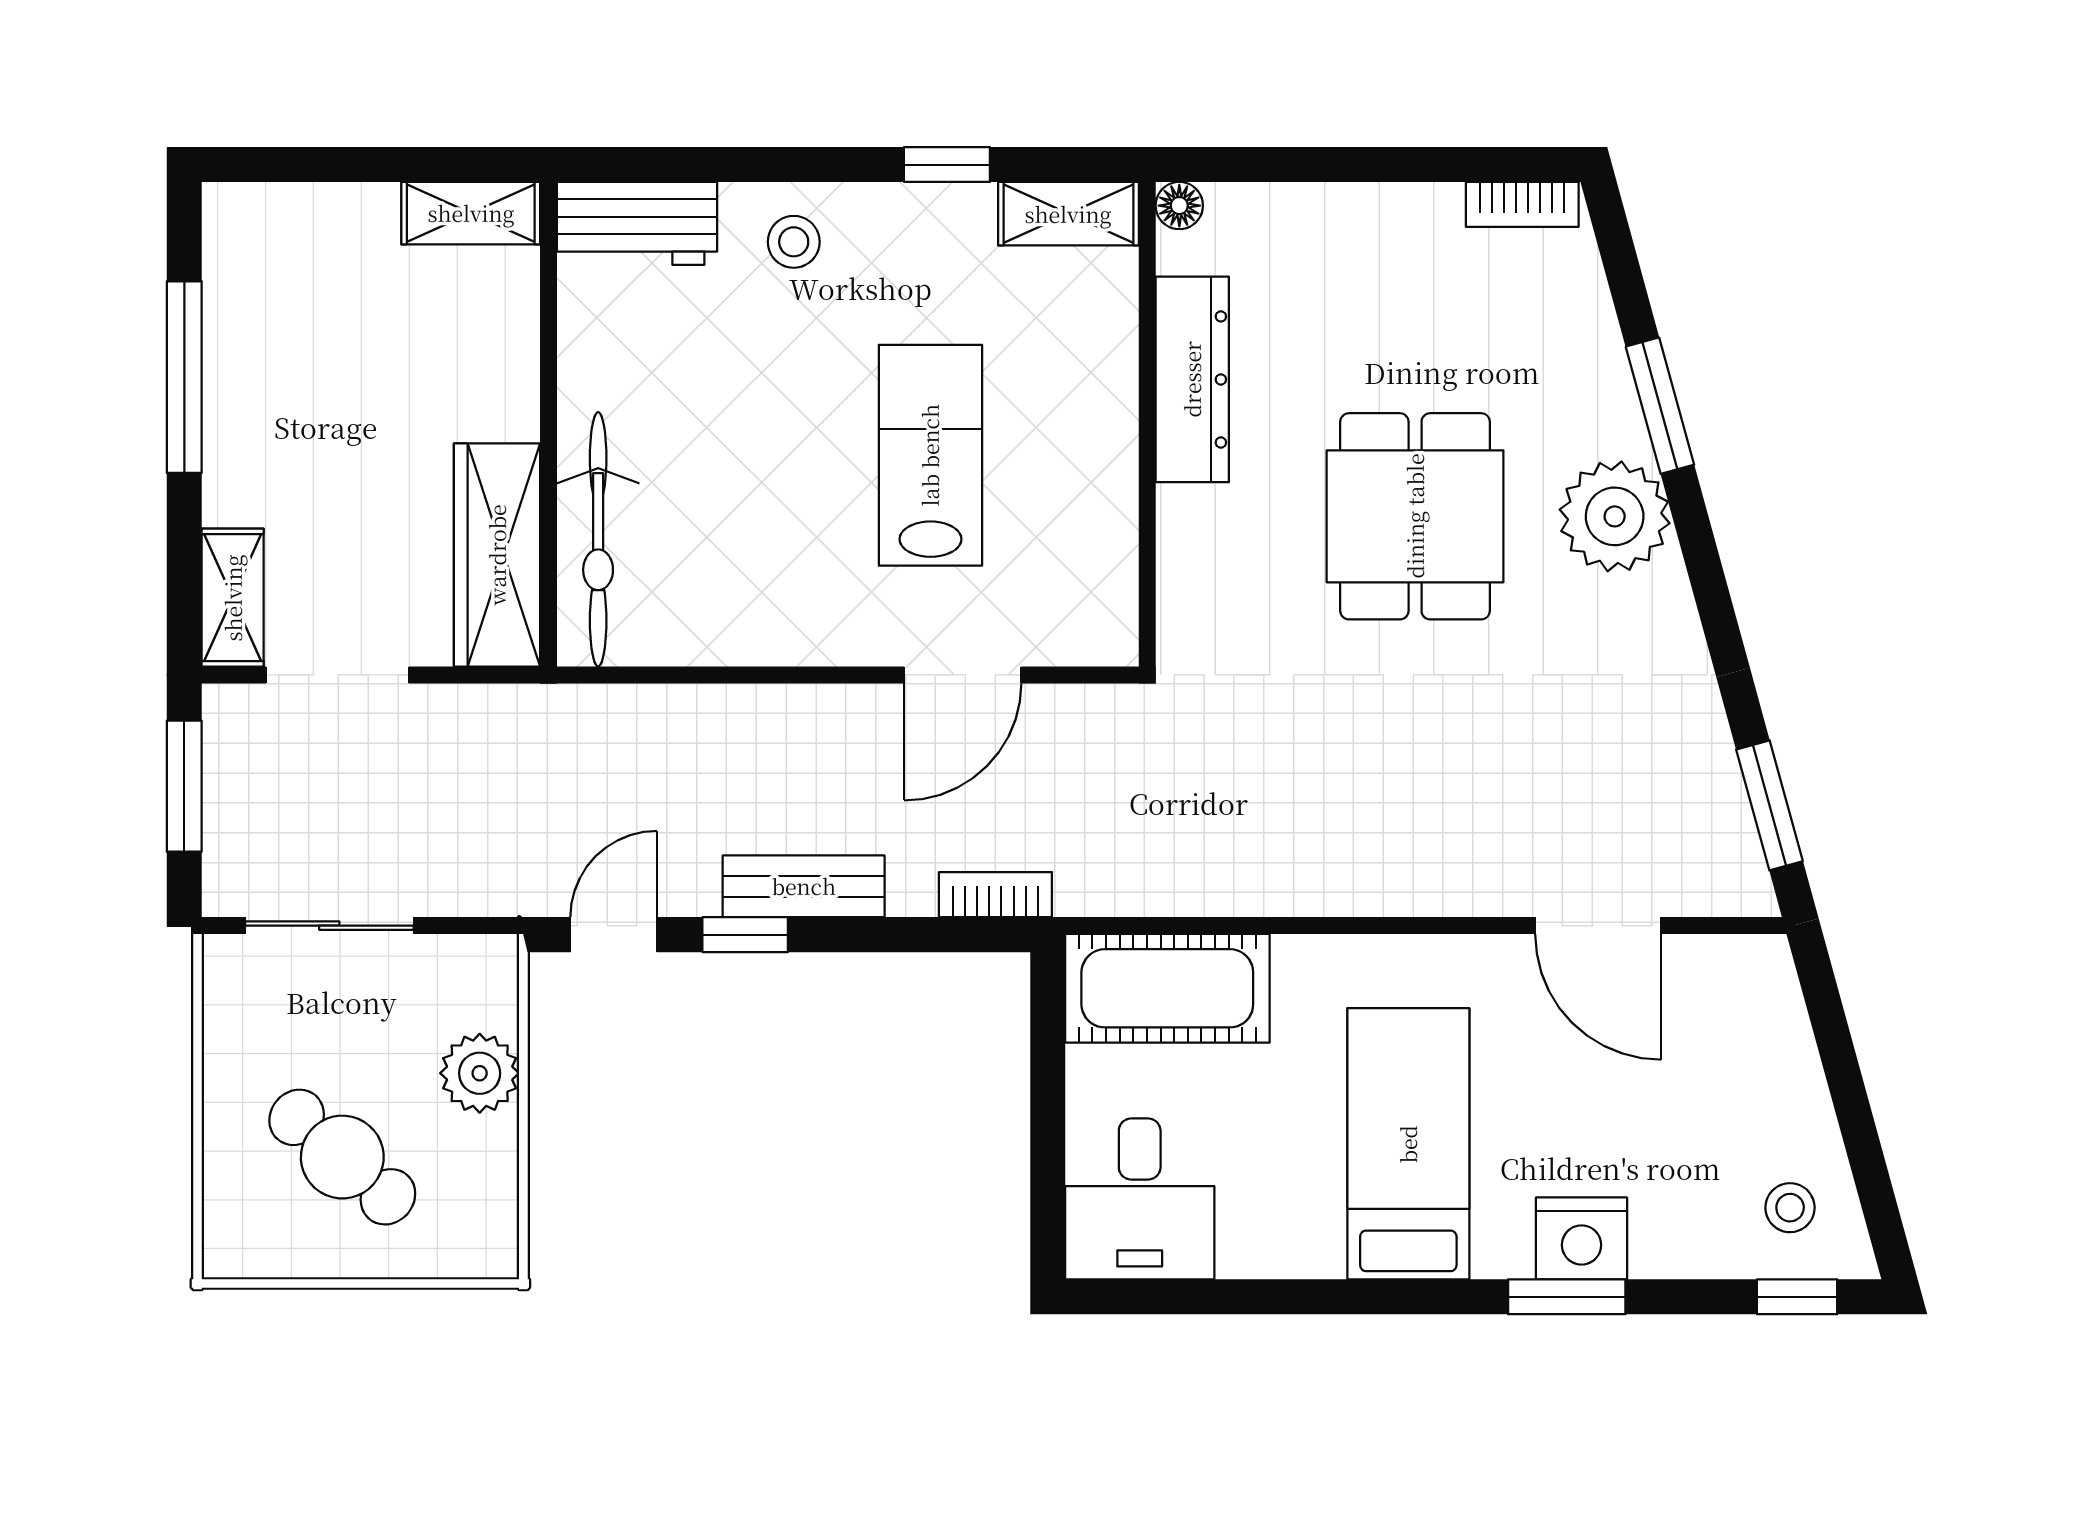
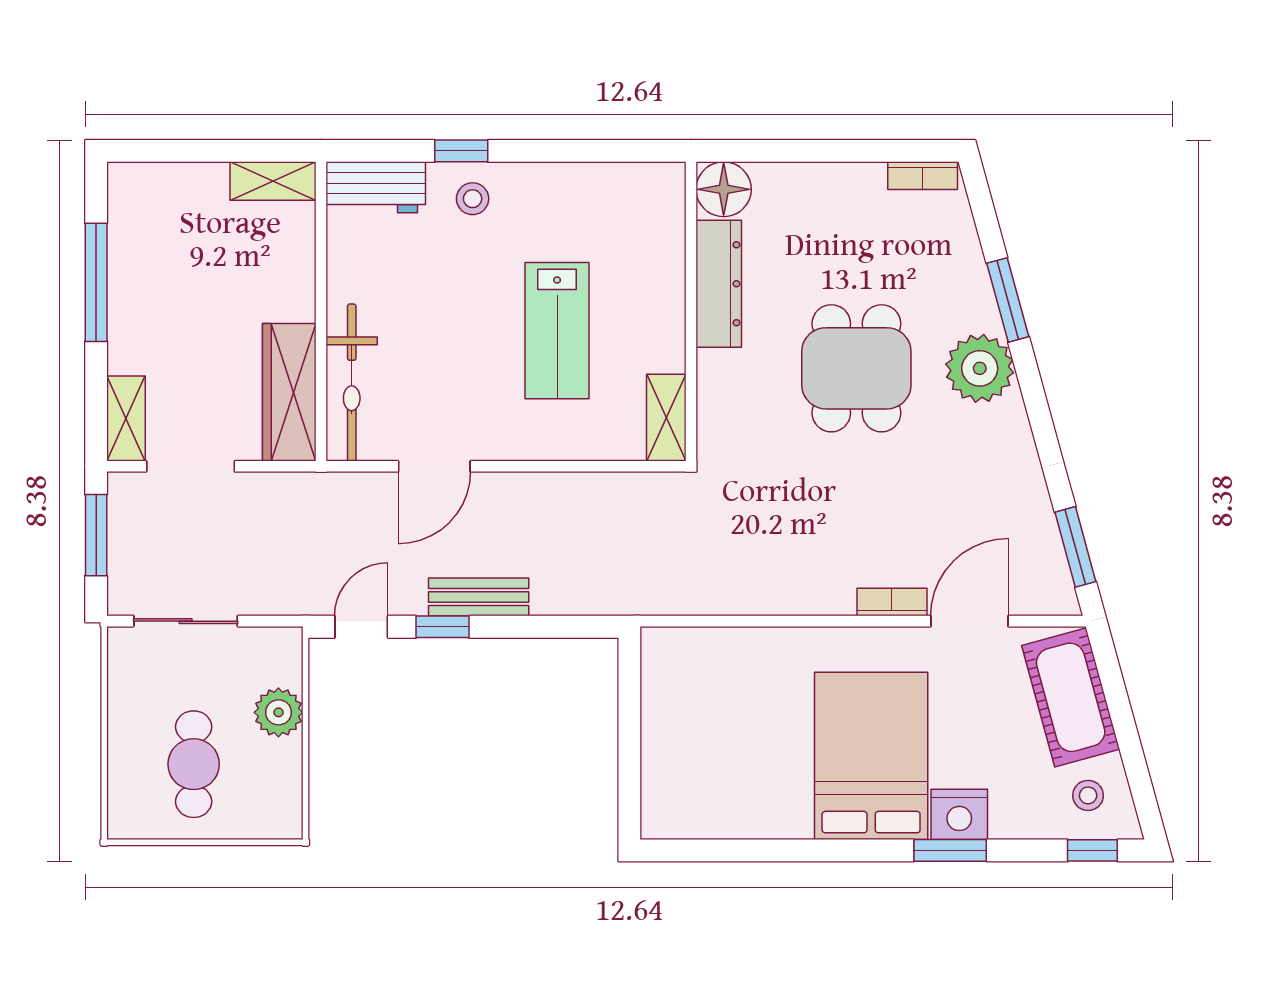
window: (947, 165) -> (461, 151), moved
floor lamp: (1179, 206) -> (724, 189), width x1.89, depth x1.89
shelving: (1068, 214) -> (666, 418), moved, turned 90
lab bench: (930, 455) -> (557, 331), turned 180
door: (963, 675) -> (434, 466), moved
bookcase: (995, 895) -> (892, 602), moved
door: (1598, 926) -> (969, 621), swing flipped
cot: (1167, 988) -> (1071, 697), moved, turned 75
bed: (1408, 1144) -> (871, 756), width x1.50
cafe table: (342, 1157) -> (194, 764), turned 49
desk: (1140, 1199) -> (686, 790), removed

